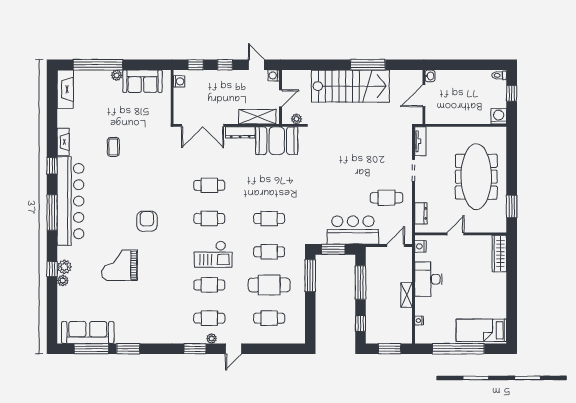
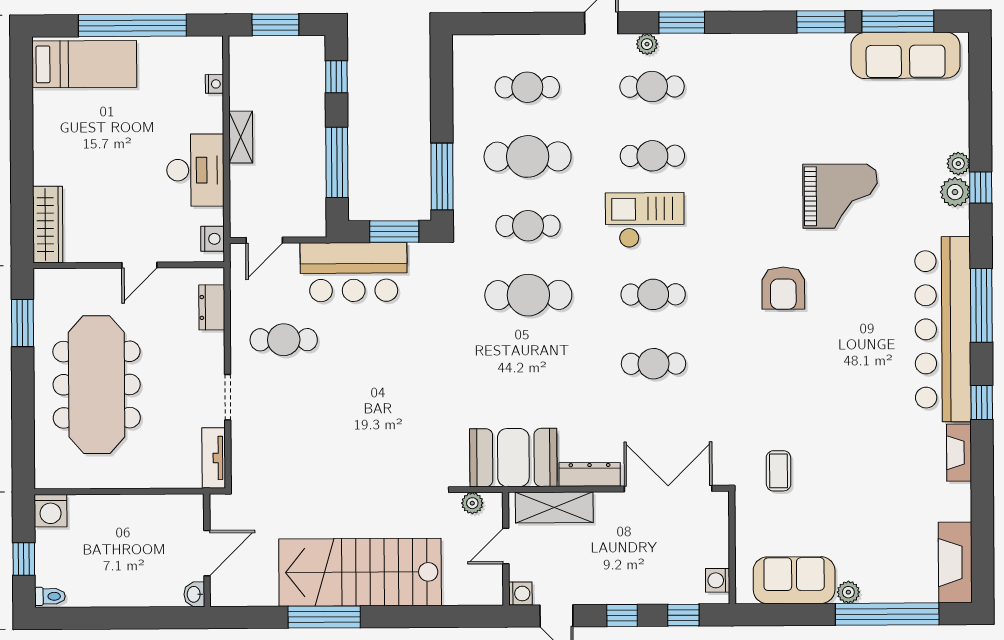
coffee table: (113, 147) -> (779, 471), moved
cafe table: (269, 219) -> (528, 295), width x1.37, depth x1.35

